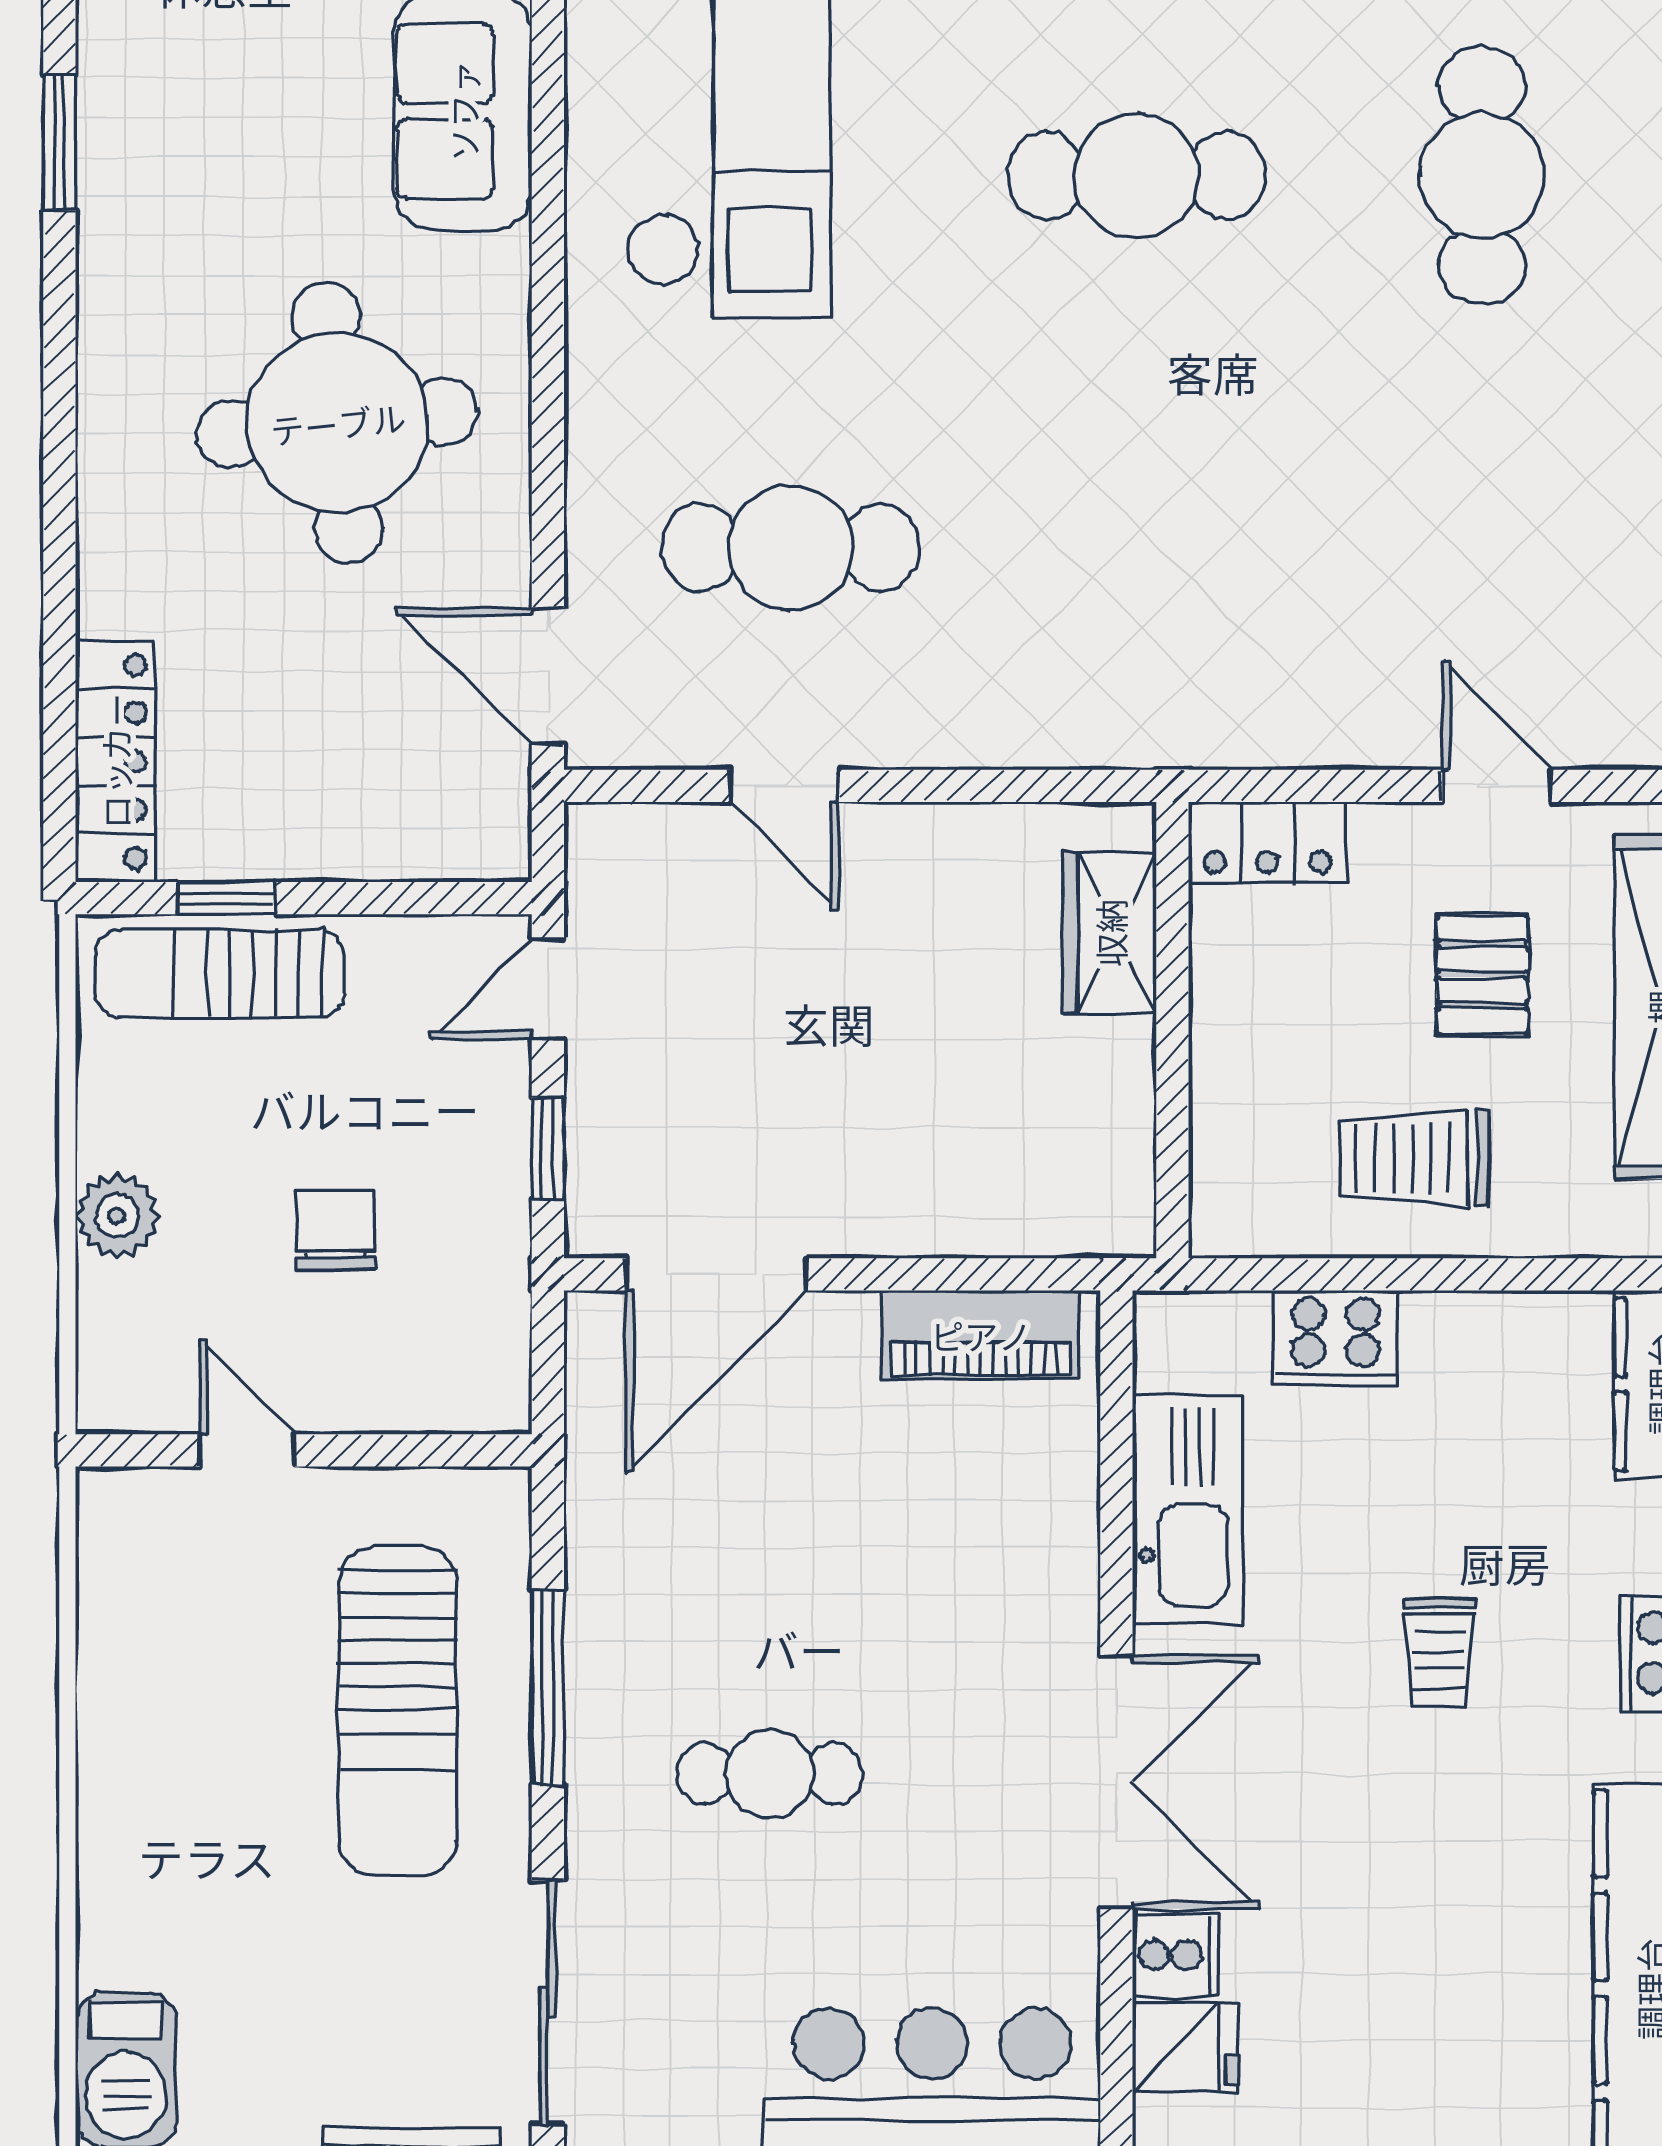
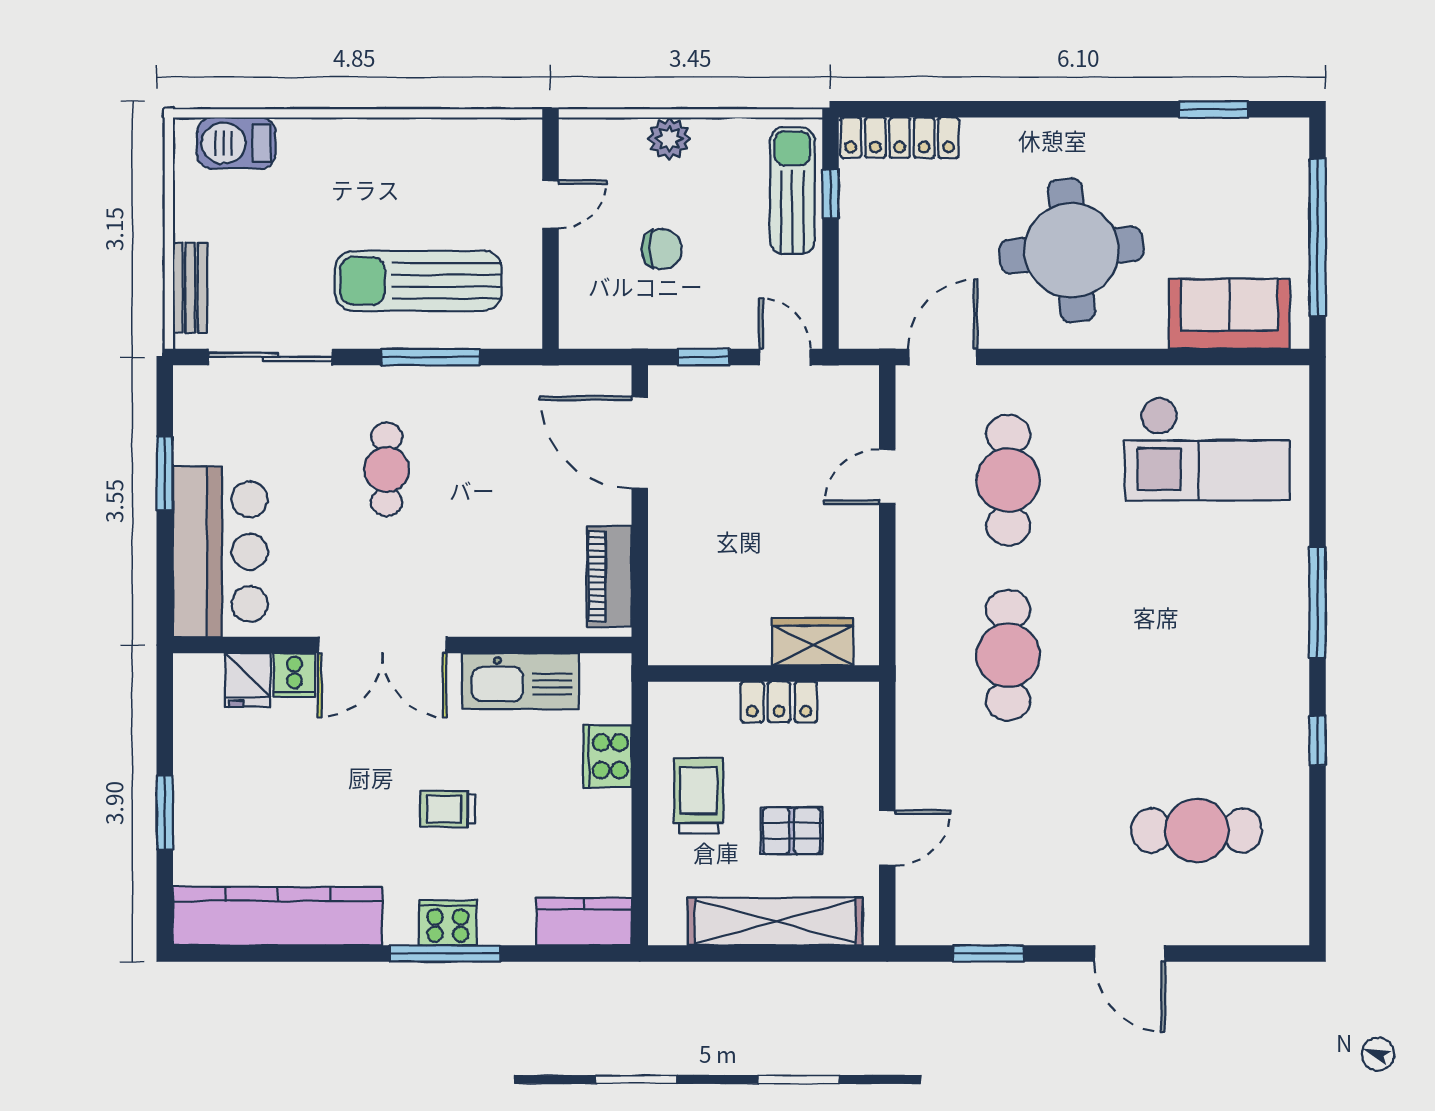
cafe table: (1136, 176) -> (1008, 655), moved
locker: (1268, 842) -> (779, 702), moved, turned -90

